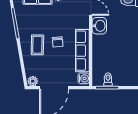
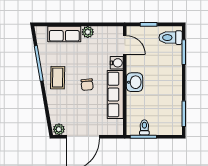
washbasin: (99, 26) -> (134, 82), moved
coffee table: (37, 45) -> (58, 78), moved
water cooler: (84, 78) -> (117, 63), moved

